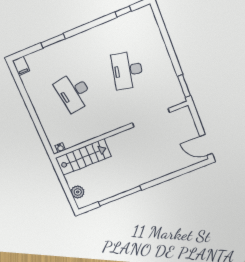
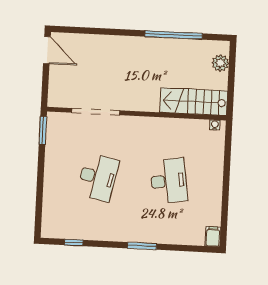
window: (53, 41) -> (142, 246), moved

